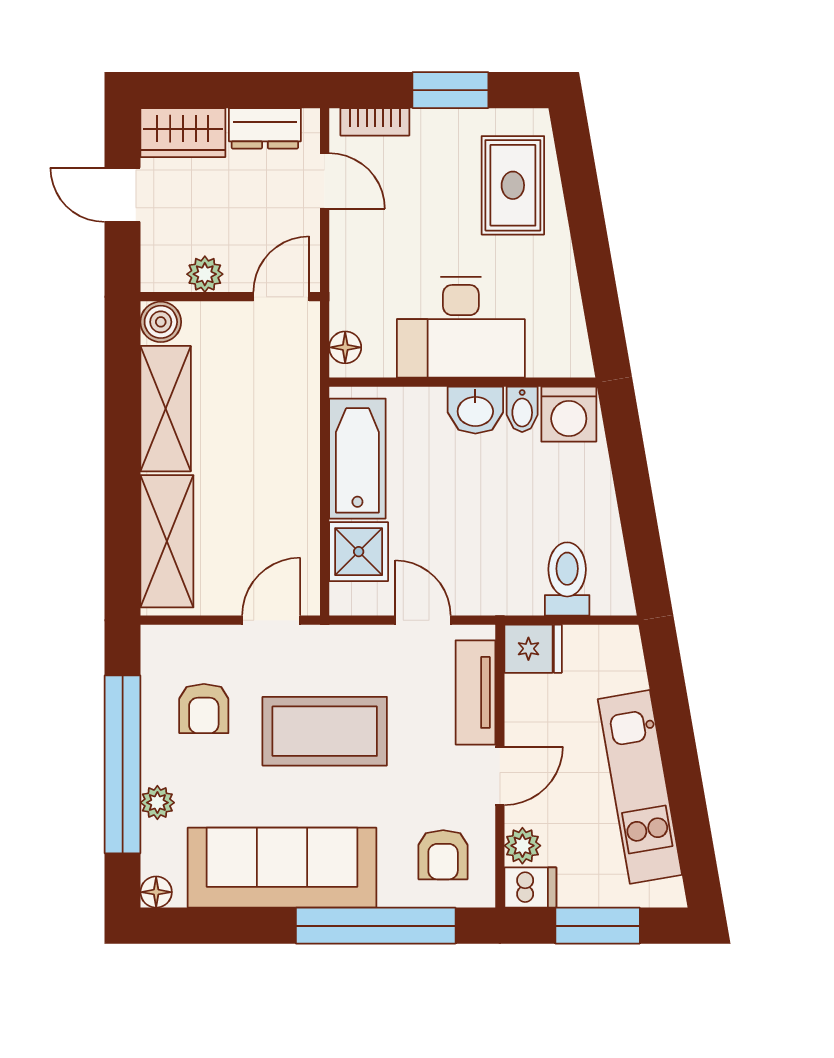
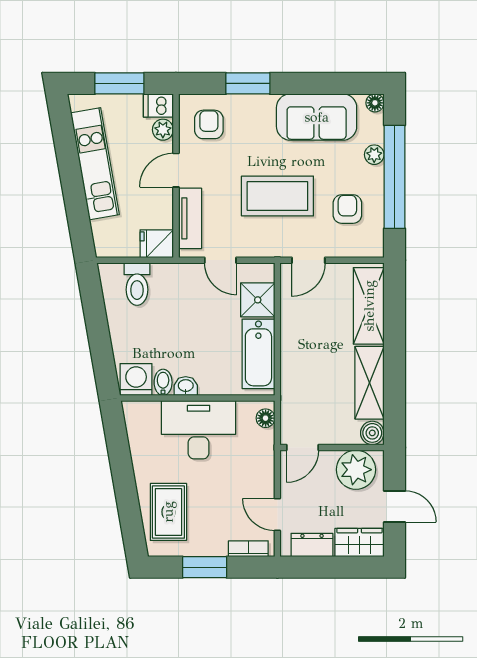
plant: (205, 274) -> (356, 470), width x1.87, depth x1.87
washbasin: (475, 410) -> (186, 386), width x0.72, depth x0.69
sofa: (282, 868) -> (317, 117), width x0.73
window: (376, 926) -> (248, 83), width x0.47

